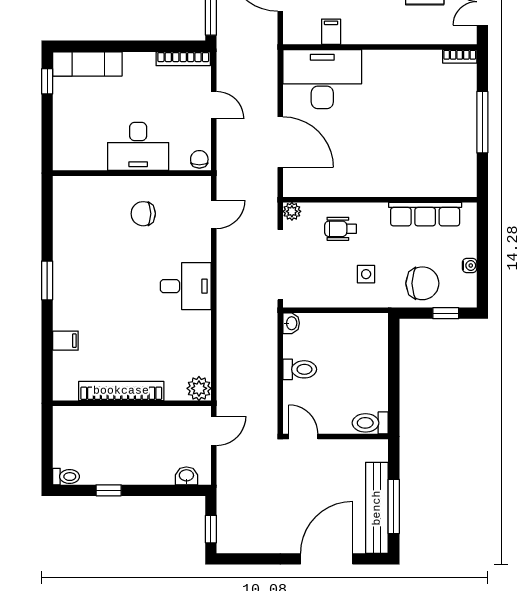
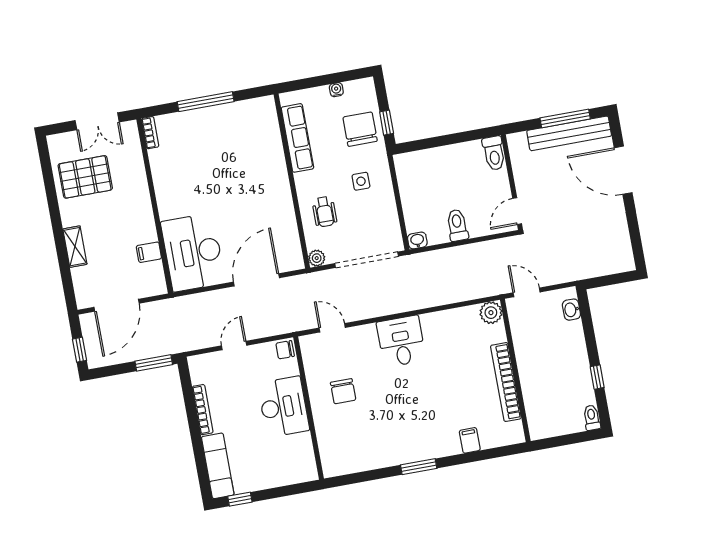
bookcase: (183, 59) -> (203, 410), moved
window: (446, 313) -> (387, 123), moved
window: (211, 529) -> (615, 279), removed

